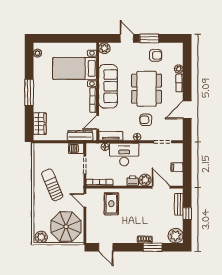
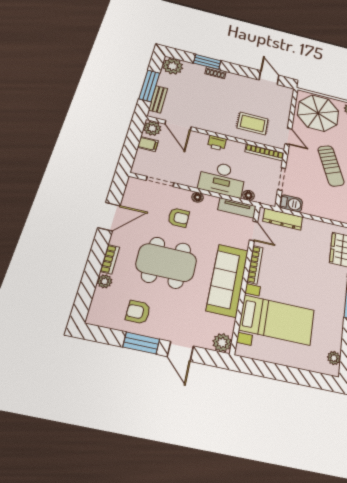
dining table: (147, 89) -> (166, 262), turned 90
door: (98, 123) -> (254, 231), hinge flipped
plant: (145, 180) -> (152, 128), moved
rug: (111, 204) -> (253, 123), turned 90
window: (187, 214) -> (149, 86), width x2.17

